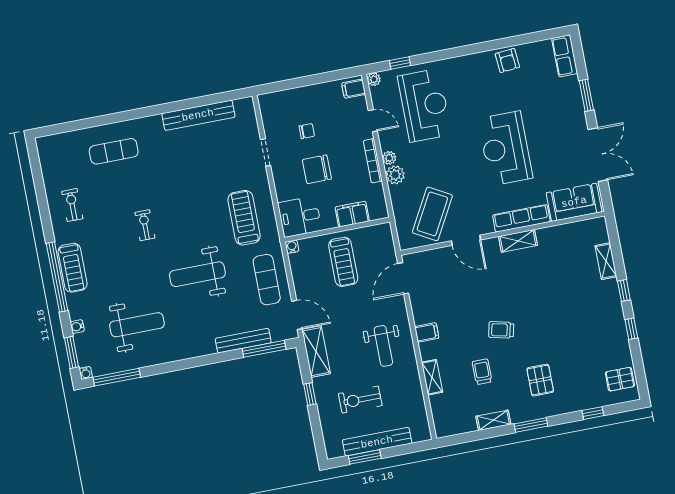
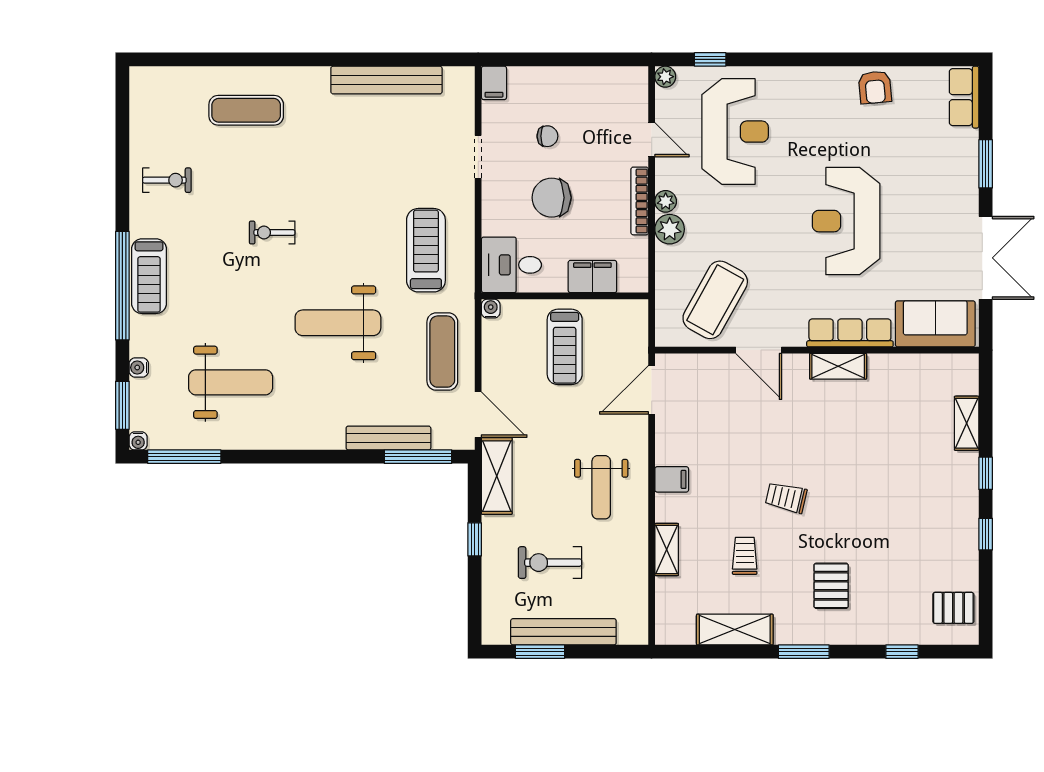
filing cabinet: (354, 89) -> (494, 83), moved, turned -90
exercise bike: (72, 205) -> (167, 180), turned 90
exercise bike: (145, 225) -> (272, 232), turned -90
shelving: (493, 420) -> (735, 630), width x1.50, depth x1.33

